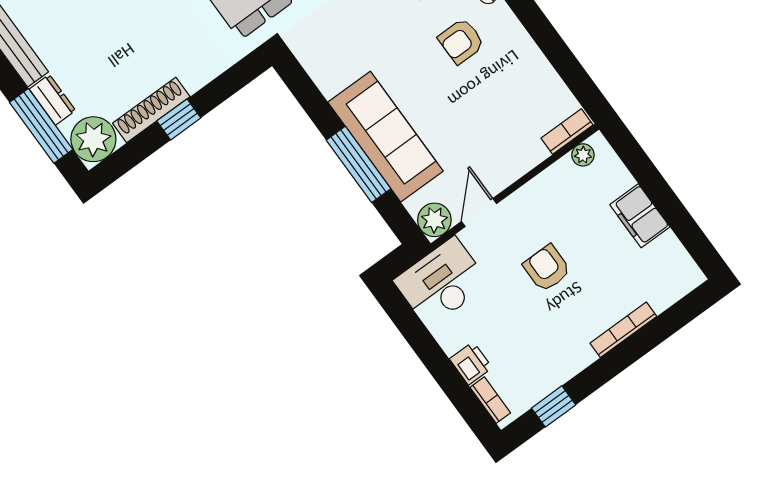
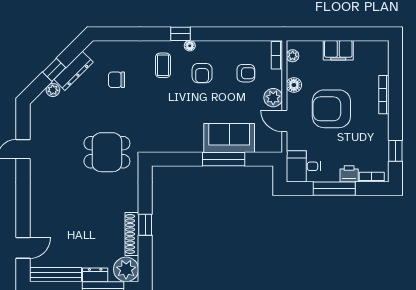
armchair: (508, 105) -> (246, 73), added
sofa: (385, 137) -> (229, 138), width x0.73
floor lamp: (542, 188) -> (294, 85), added
plant: (434, 220) -> (273, 98), moved
armchair: (547, 268) -> (331, 109), width x1.88, depth x1.88
desk: (441, 282) -> (303, 166), width x0.73
window: (433, 357) -> (334, 189), added

